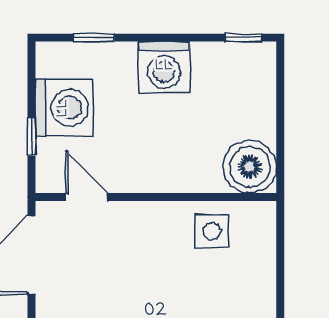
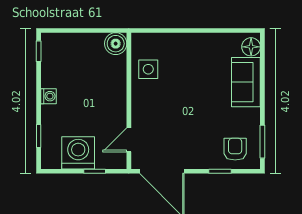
washing machine: (164, 67) -> (48, 96), width x0.53, depth x0.53
boiler: (250, 167) -> (116, 44), width x0.73, depth x0.73

